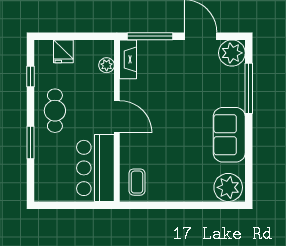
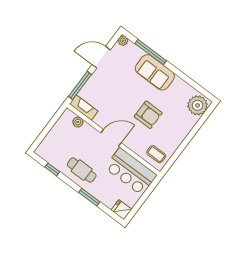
fridge: (63, 51) -> (121, 210), moved, turned 180
plant: (232, 53) -> (123, 41), width x0.53, depth x0.53
sofa: (229, 135) -> (155, 72), moved
armchair: (175, 139) -> (148, 115), added

